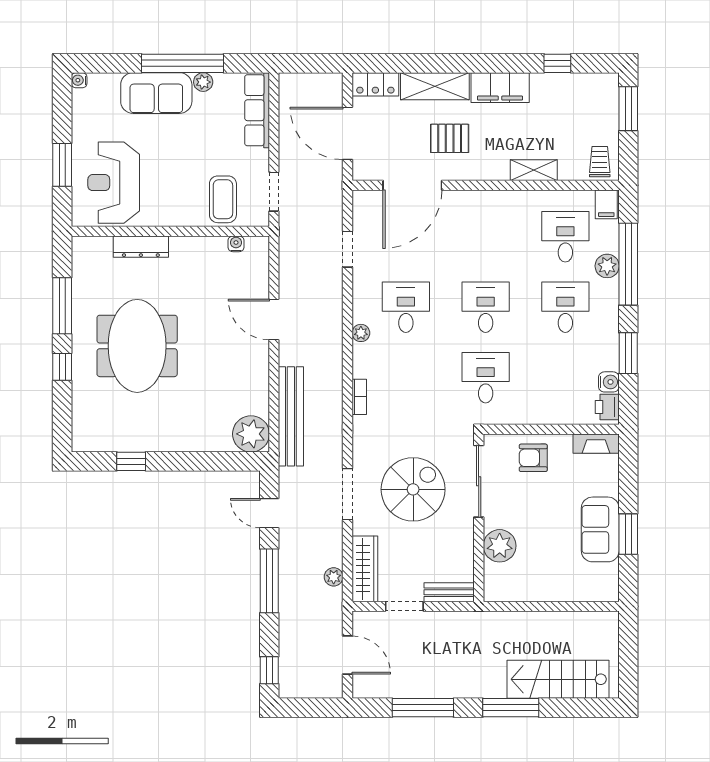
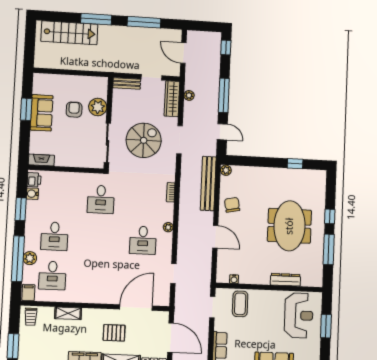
desk: (486, 307) -> (99, 238), removed
chair: (245, 379) -> (232, 205), added
plant: (251, 434) -> (226, 170), width x0.53, depth x0.53
armchair: (533, 458) -> (74, 110), moved, turned -90
spiral stairs: (413, 489) -> (144, 140), turned 180

